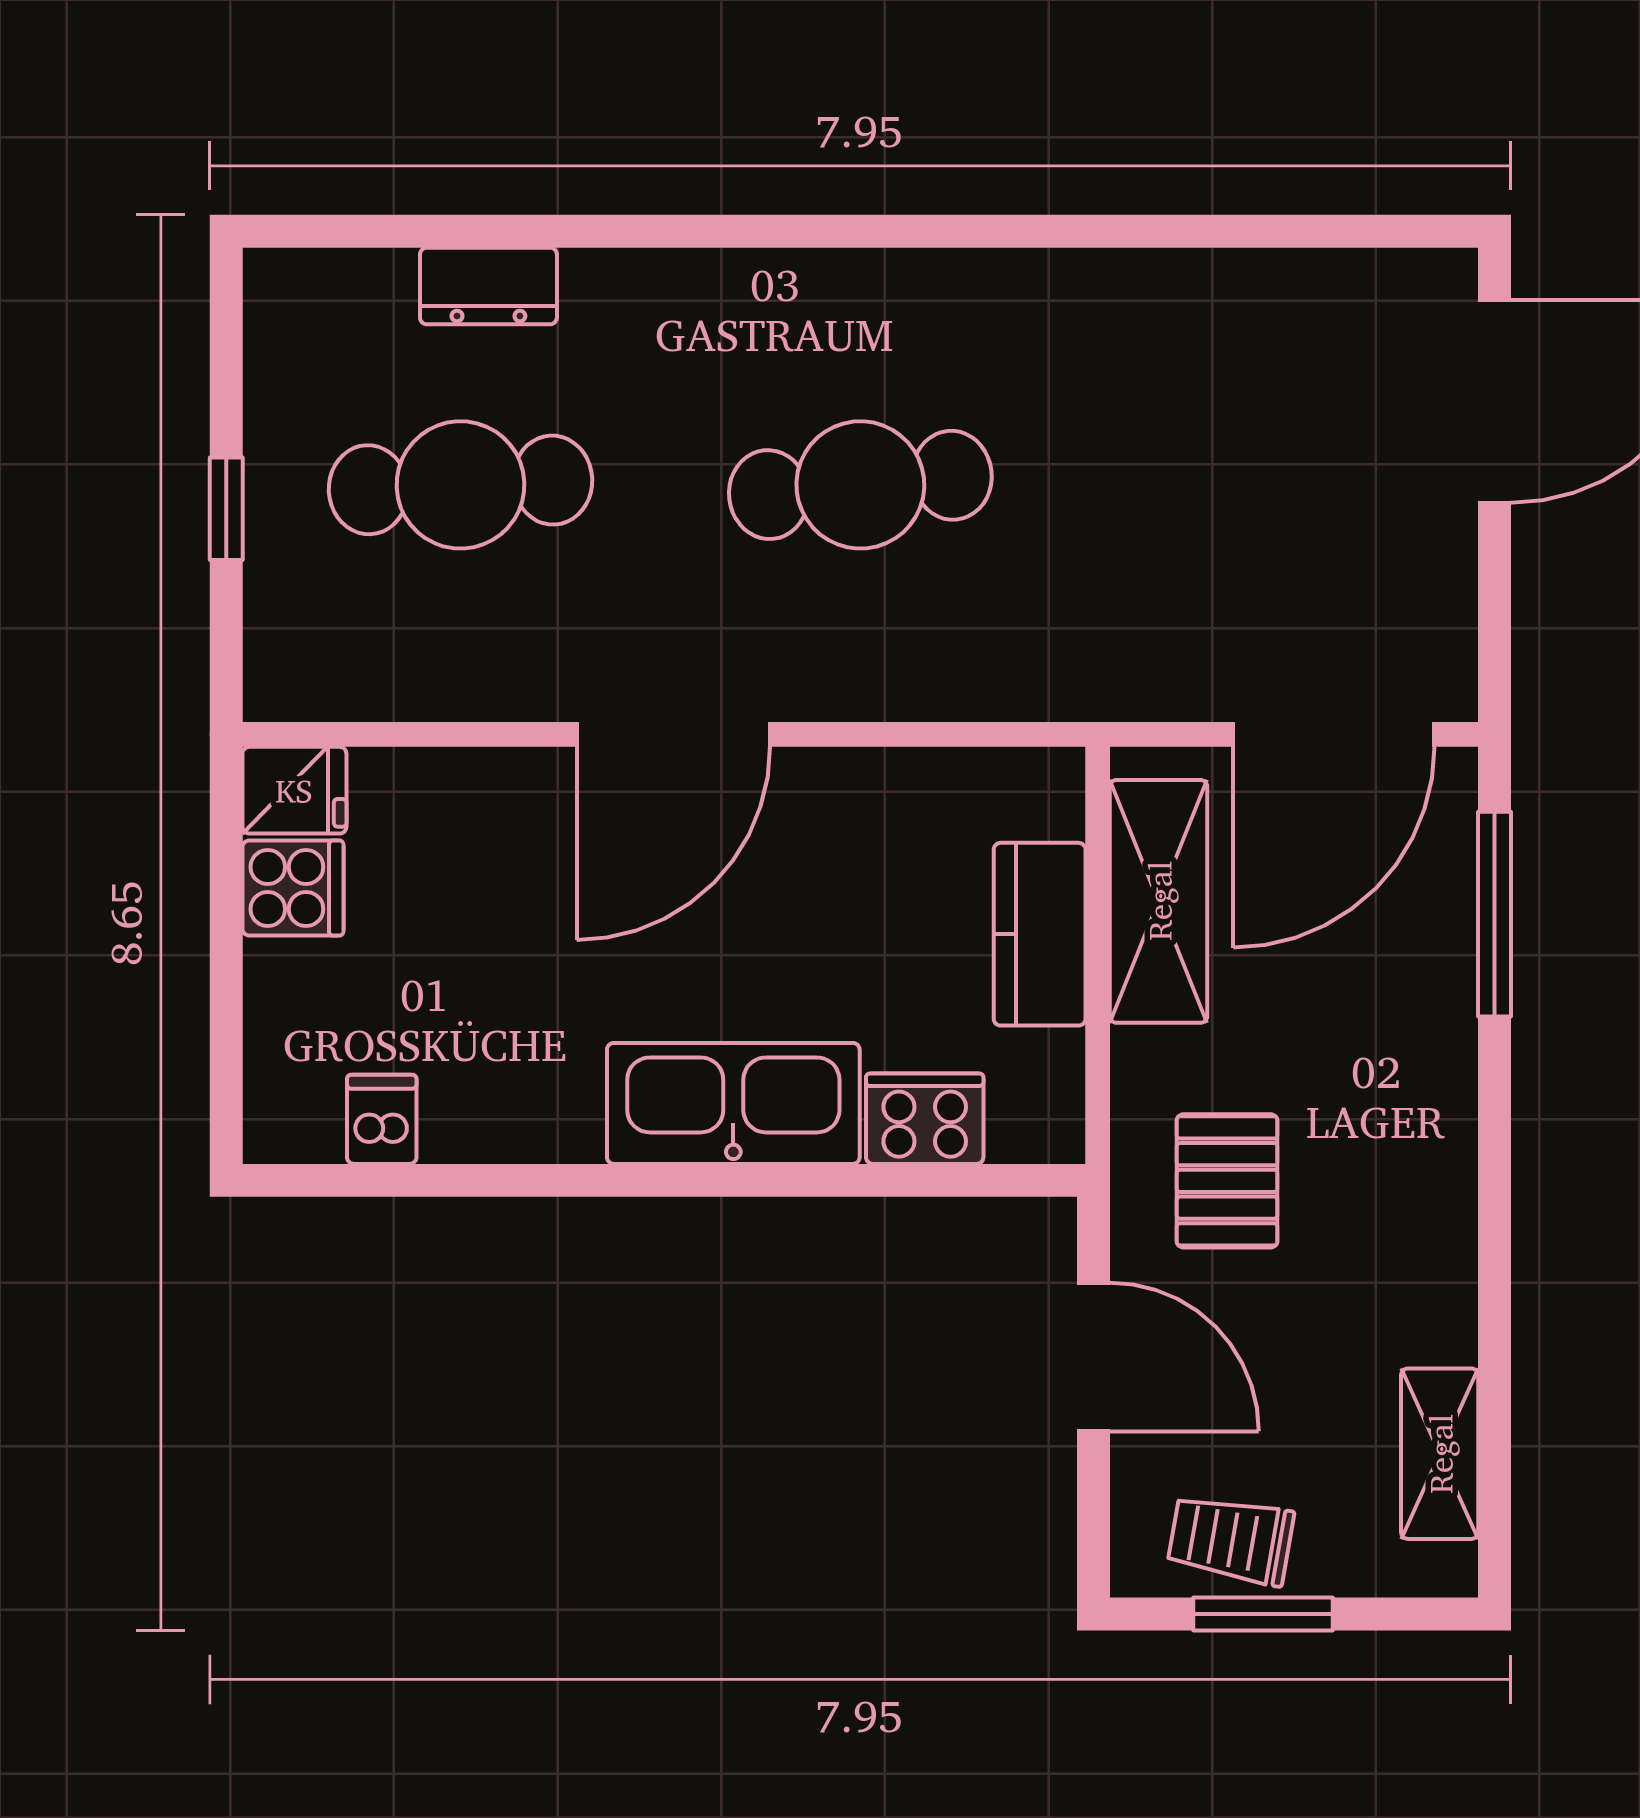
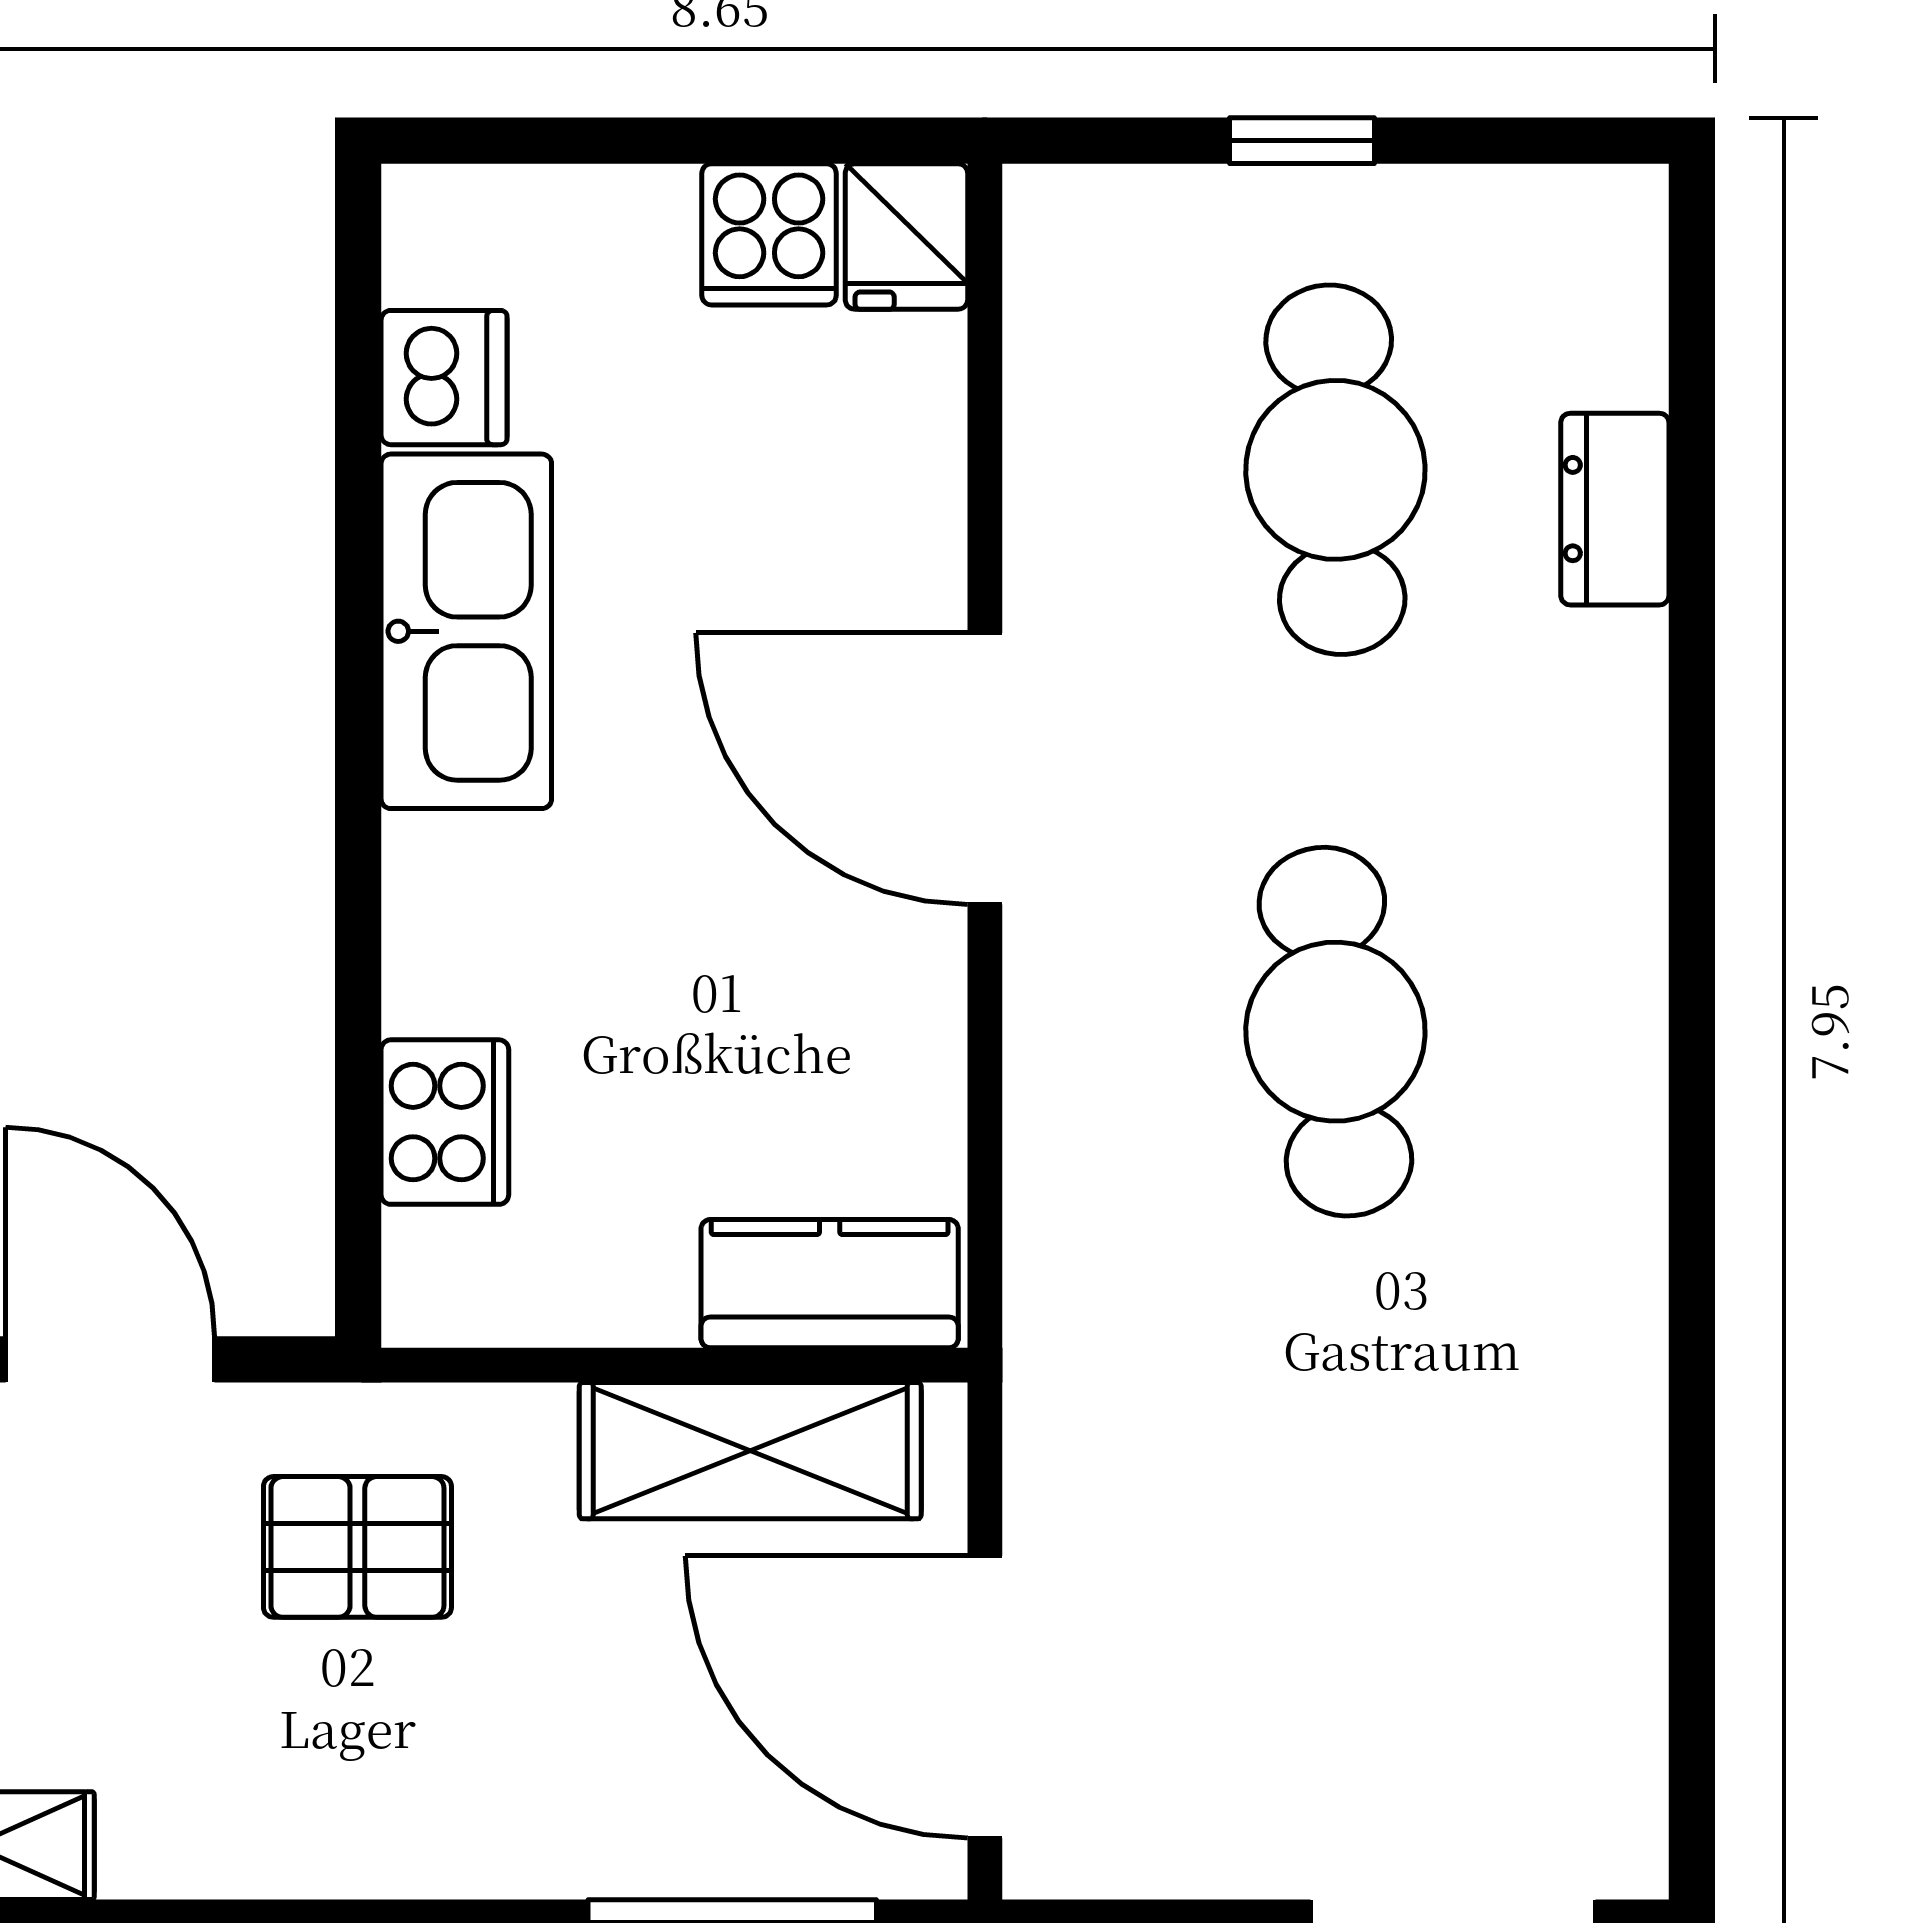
kitchen counter: (1040, 934) -> (830, 1284), moved
kitchen sink: (733, 1103) -> (466, 631), moved
dishwasher: (382, 1119) -> (444, 378), width x1.38
door: (1094, 1357) -> (110, 1359), swing flipped

